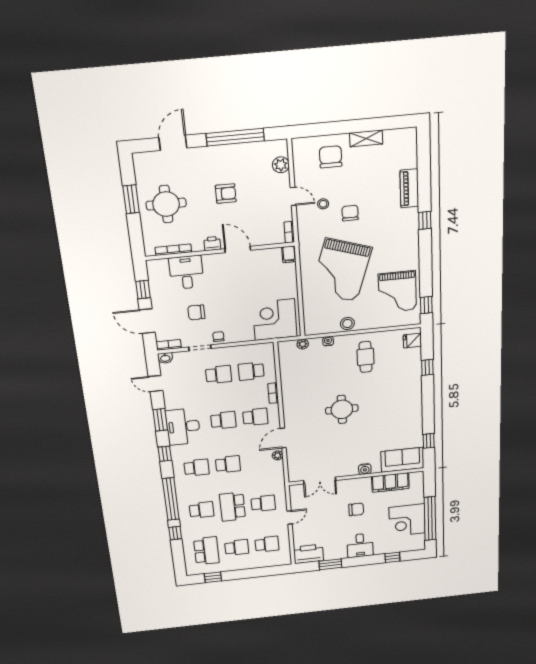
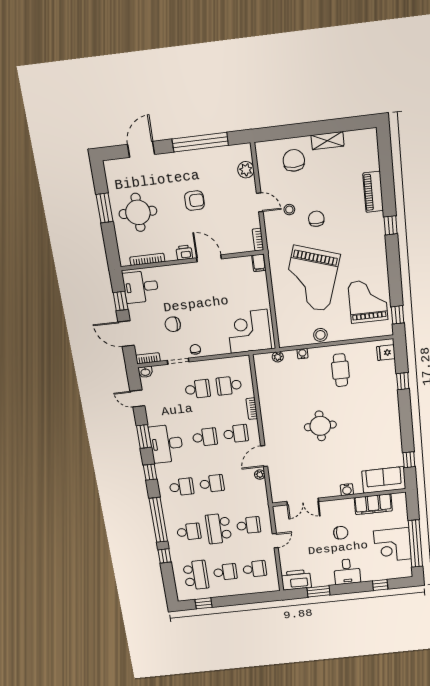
desk: (186, 272) -> (141, 287), moved, turned -90
grand piano: (397, 292) -> (368, 301), turned 180

